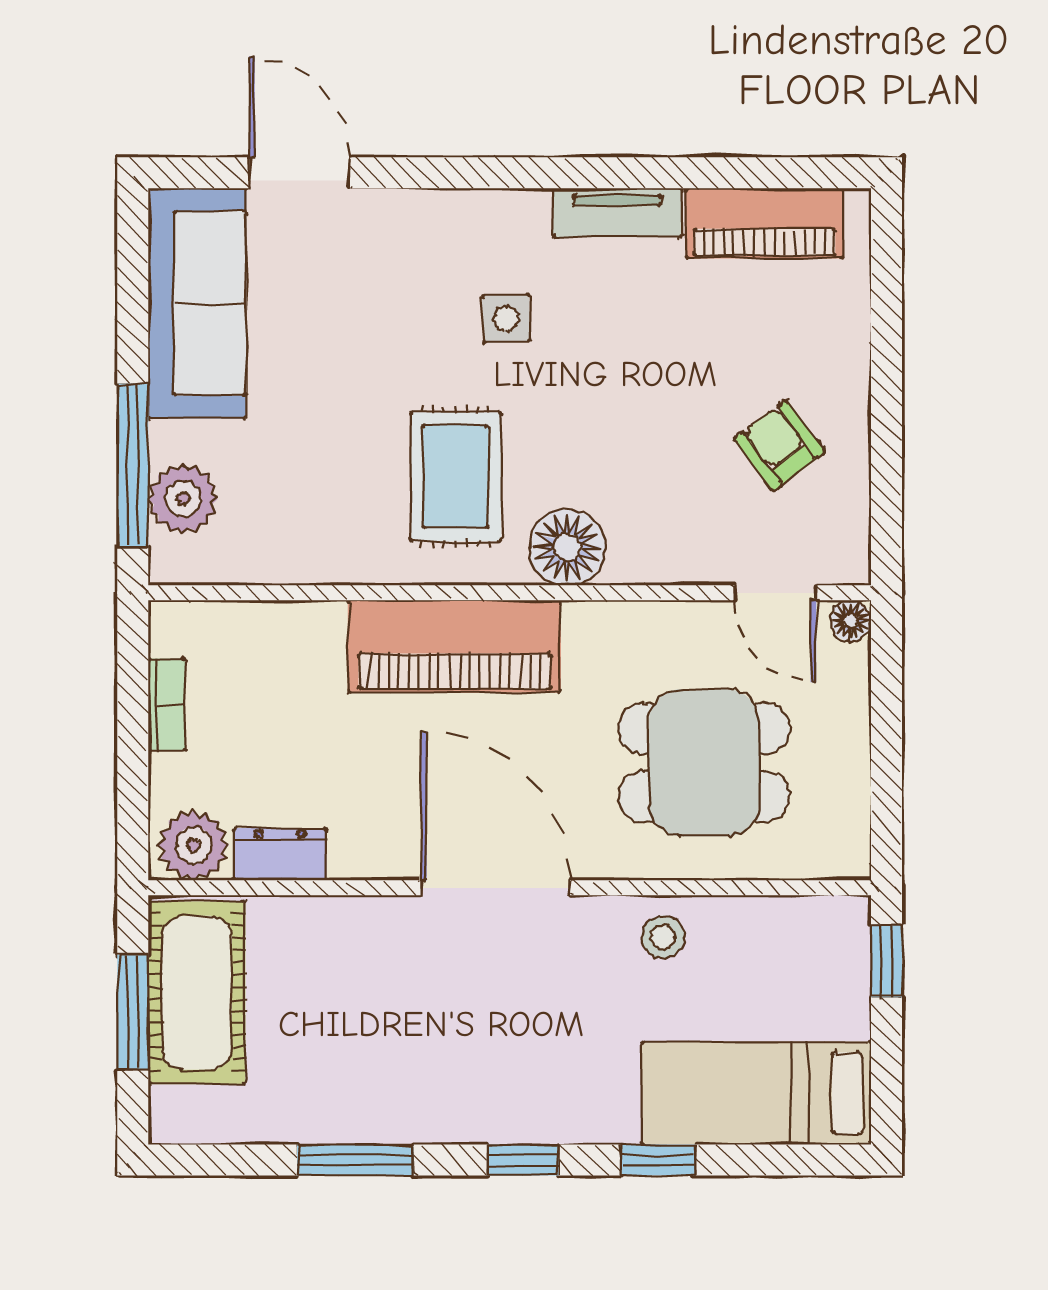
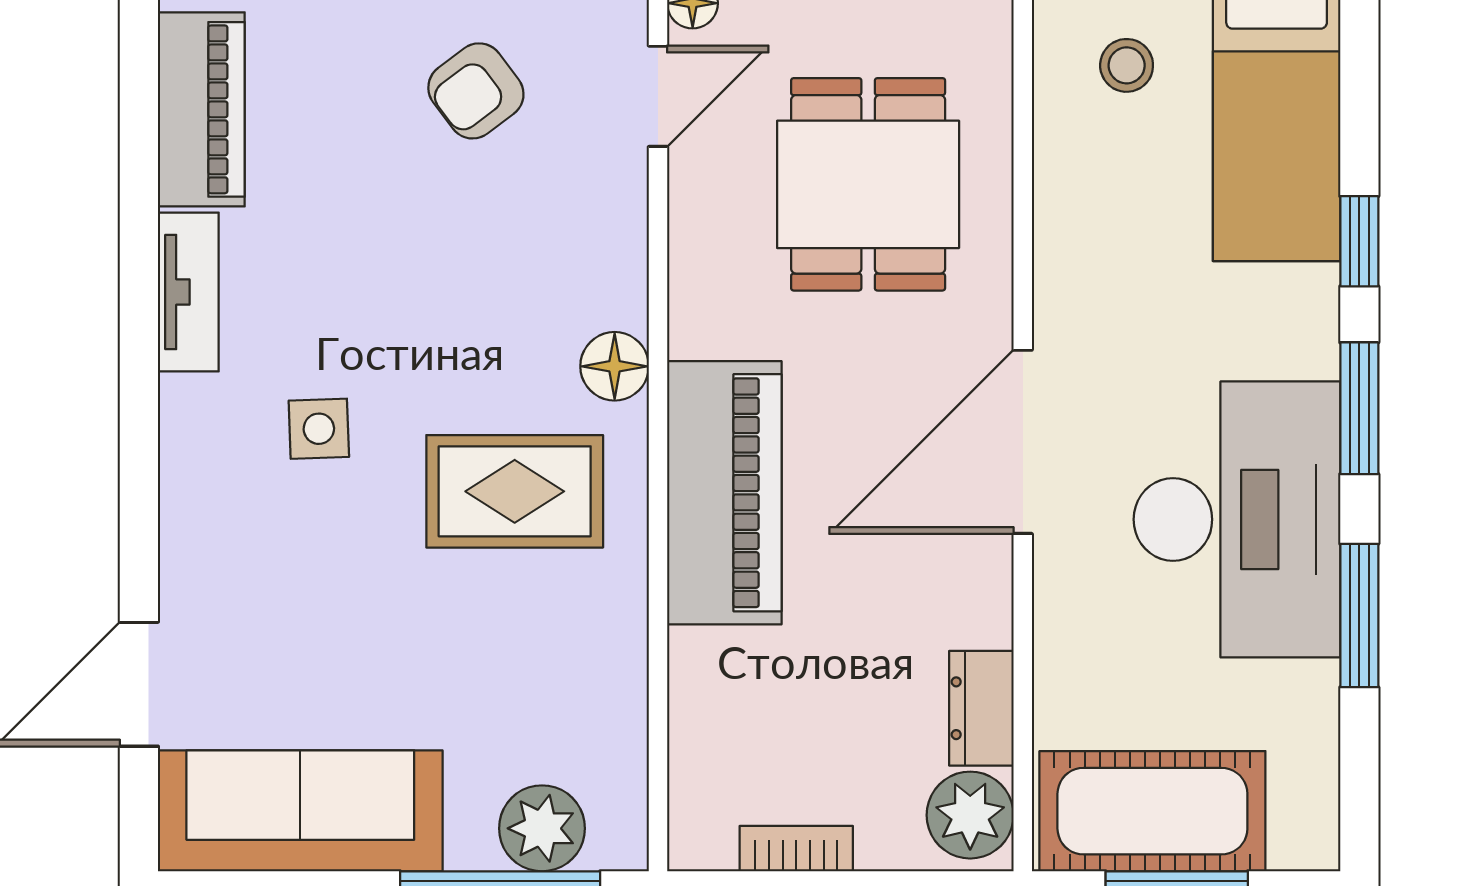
floor lamp: (567, 547) -> (615, 366), width x0.73, depth x0.73
stool: (663, 937) -> (1127, 65), moved
desk: (433, 1061) -> (1237, 519), added
window: (523, 1160) -> (1359, 408), width x1.50

